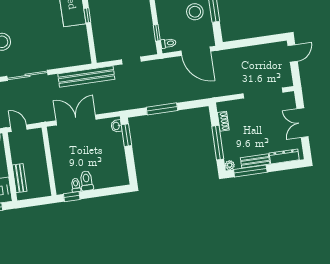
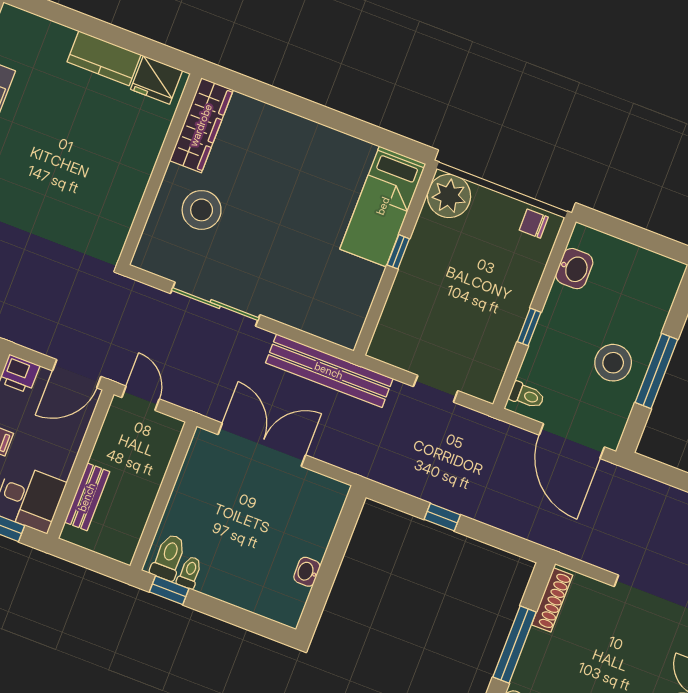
window: (157, 33) -> (529, 327), moved
window: (162, 109) -> (442, 517), width x0.46
shoe rack: (223, 121) -> (552, 600), width x1.43
washbasin: (116, 126) -> (307, 572), moved
window: (126, 135) -> (344, 530), removed
toilet: (86, 181) -> (169, 557), moved

